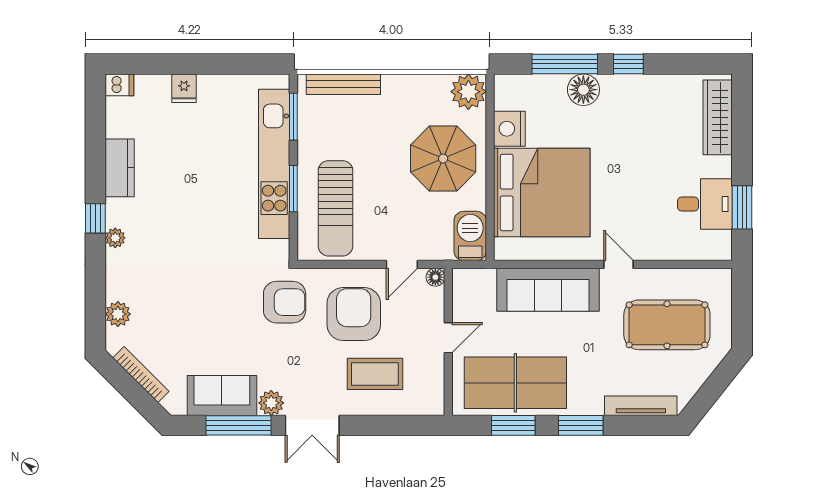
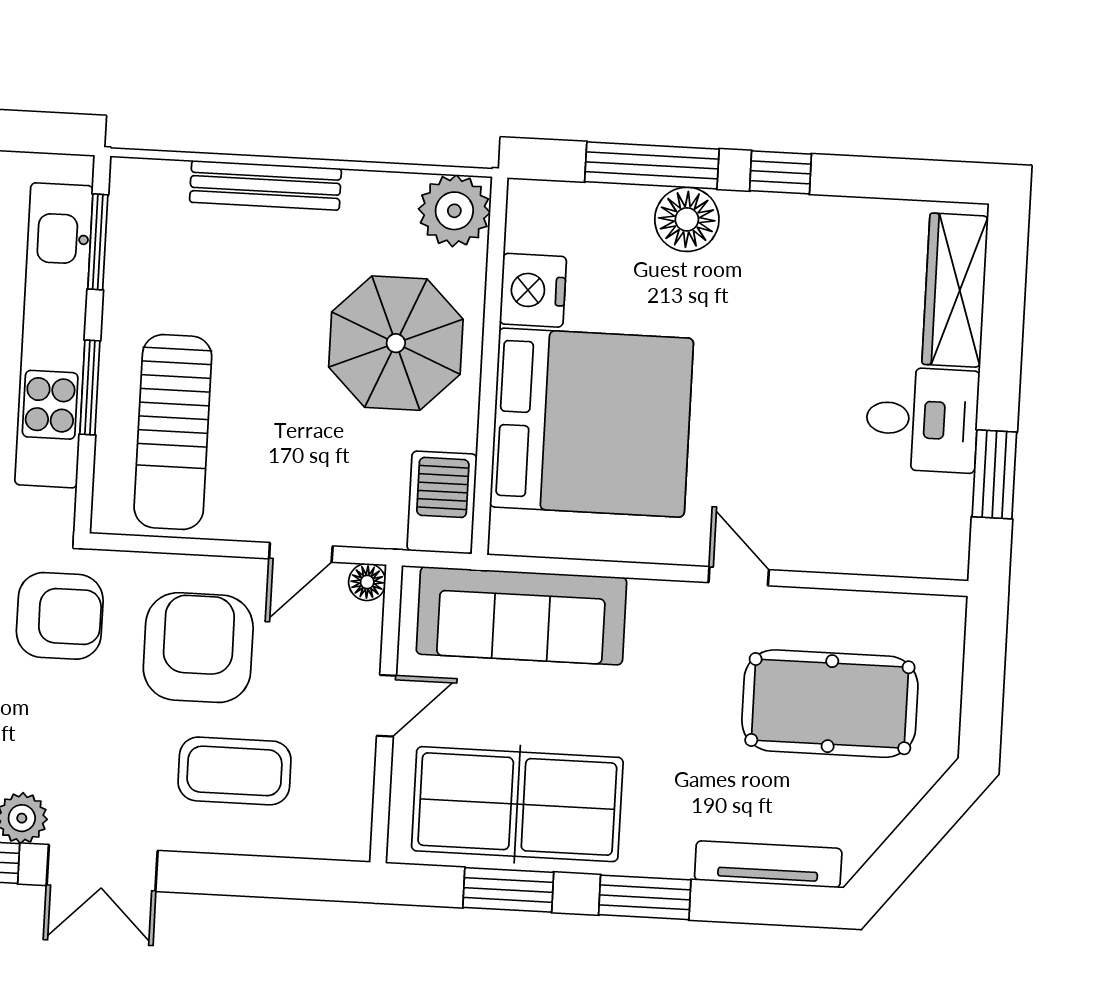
bench: (343, 84) -> (265, 185), moved
desk: (705, 204) -> (922, 420), moved
sofa: (548, 290) -> (521, 616), moved

